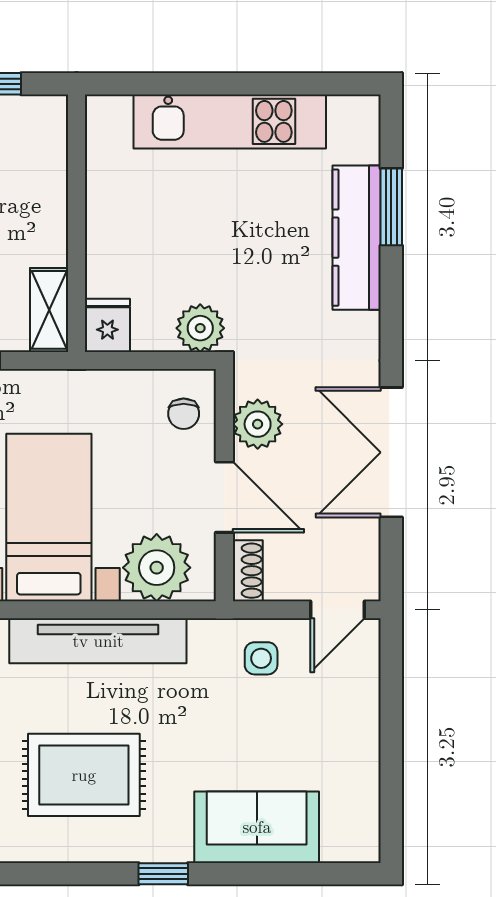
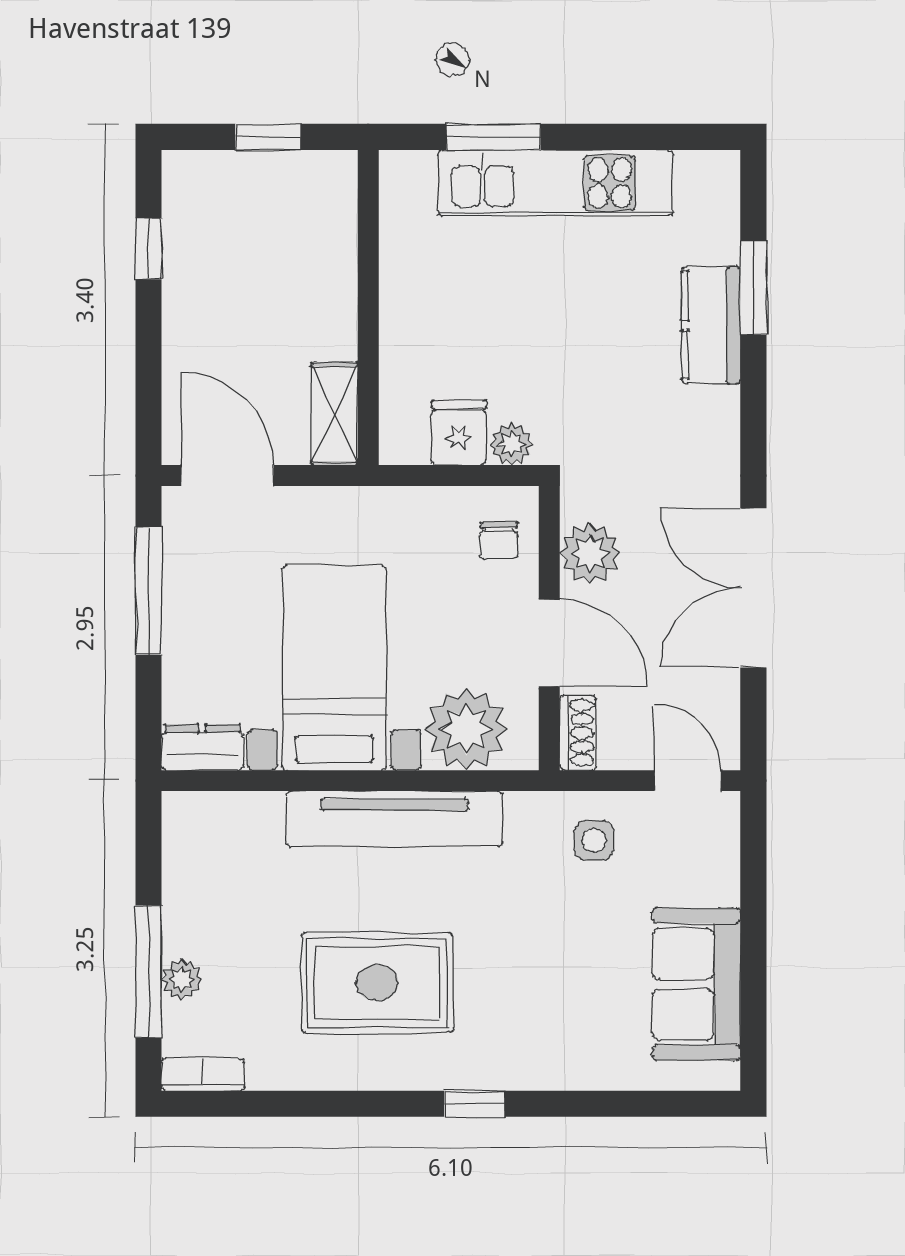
window: (179, 84) -> (493, 137), added
kitchen counter: (357, 238) -> (711, 325), width x0.67
fridge: (107, 325) -> (459, 433), moved
plant: (200, 328) -> (512, 444), width x0.73, depth x0.73
door: (337, 610) -> (688, 781), swing flipped
sofa: (257, 827) -> (696, 984), moved, turned -90

